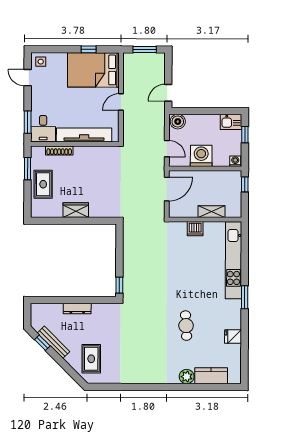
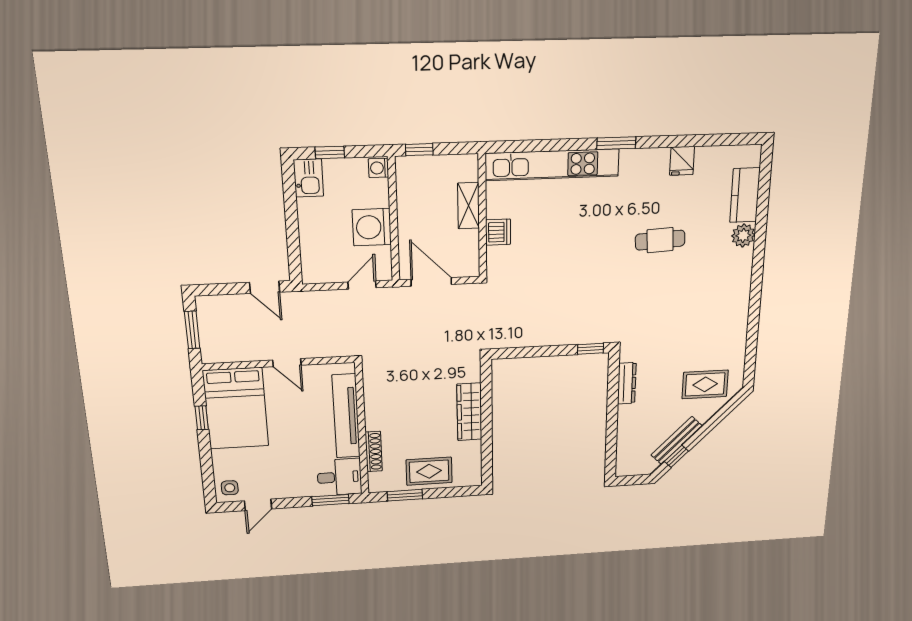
boiler: (178, 122) -> (314, 269), removed
wardrobe: (76, 210) -> (469, 412), width x1.50
dresser: (77, 309) -> (627, 383), moved

